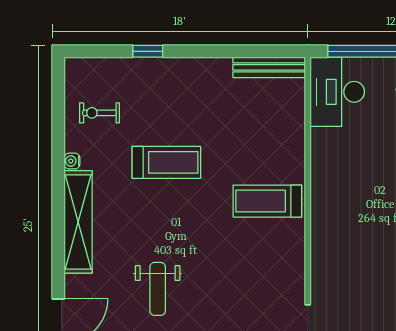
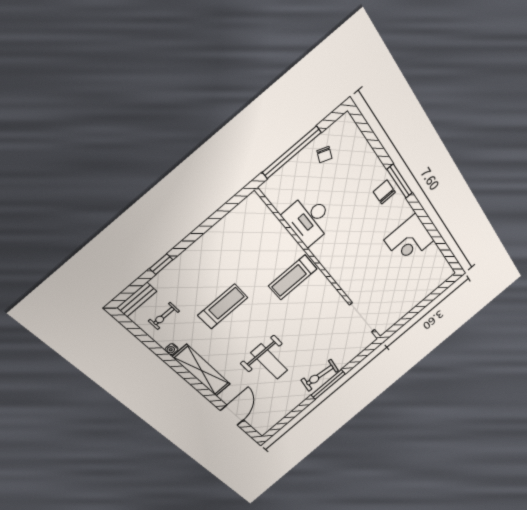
bench: (269, 67) -> (137, 300), moved, width x0.73
desk: (337, 92) -> (309, 219), moved
weight bench: (158, 289) -> (269, 362), width x1.36, depth x1.33

